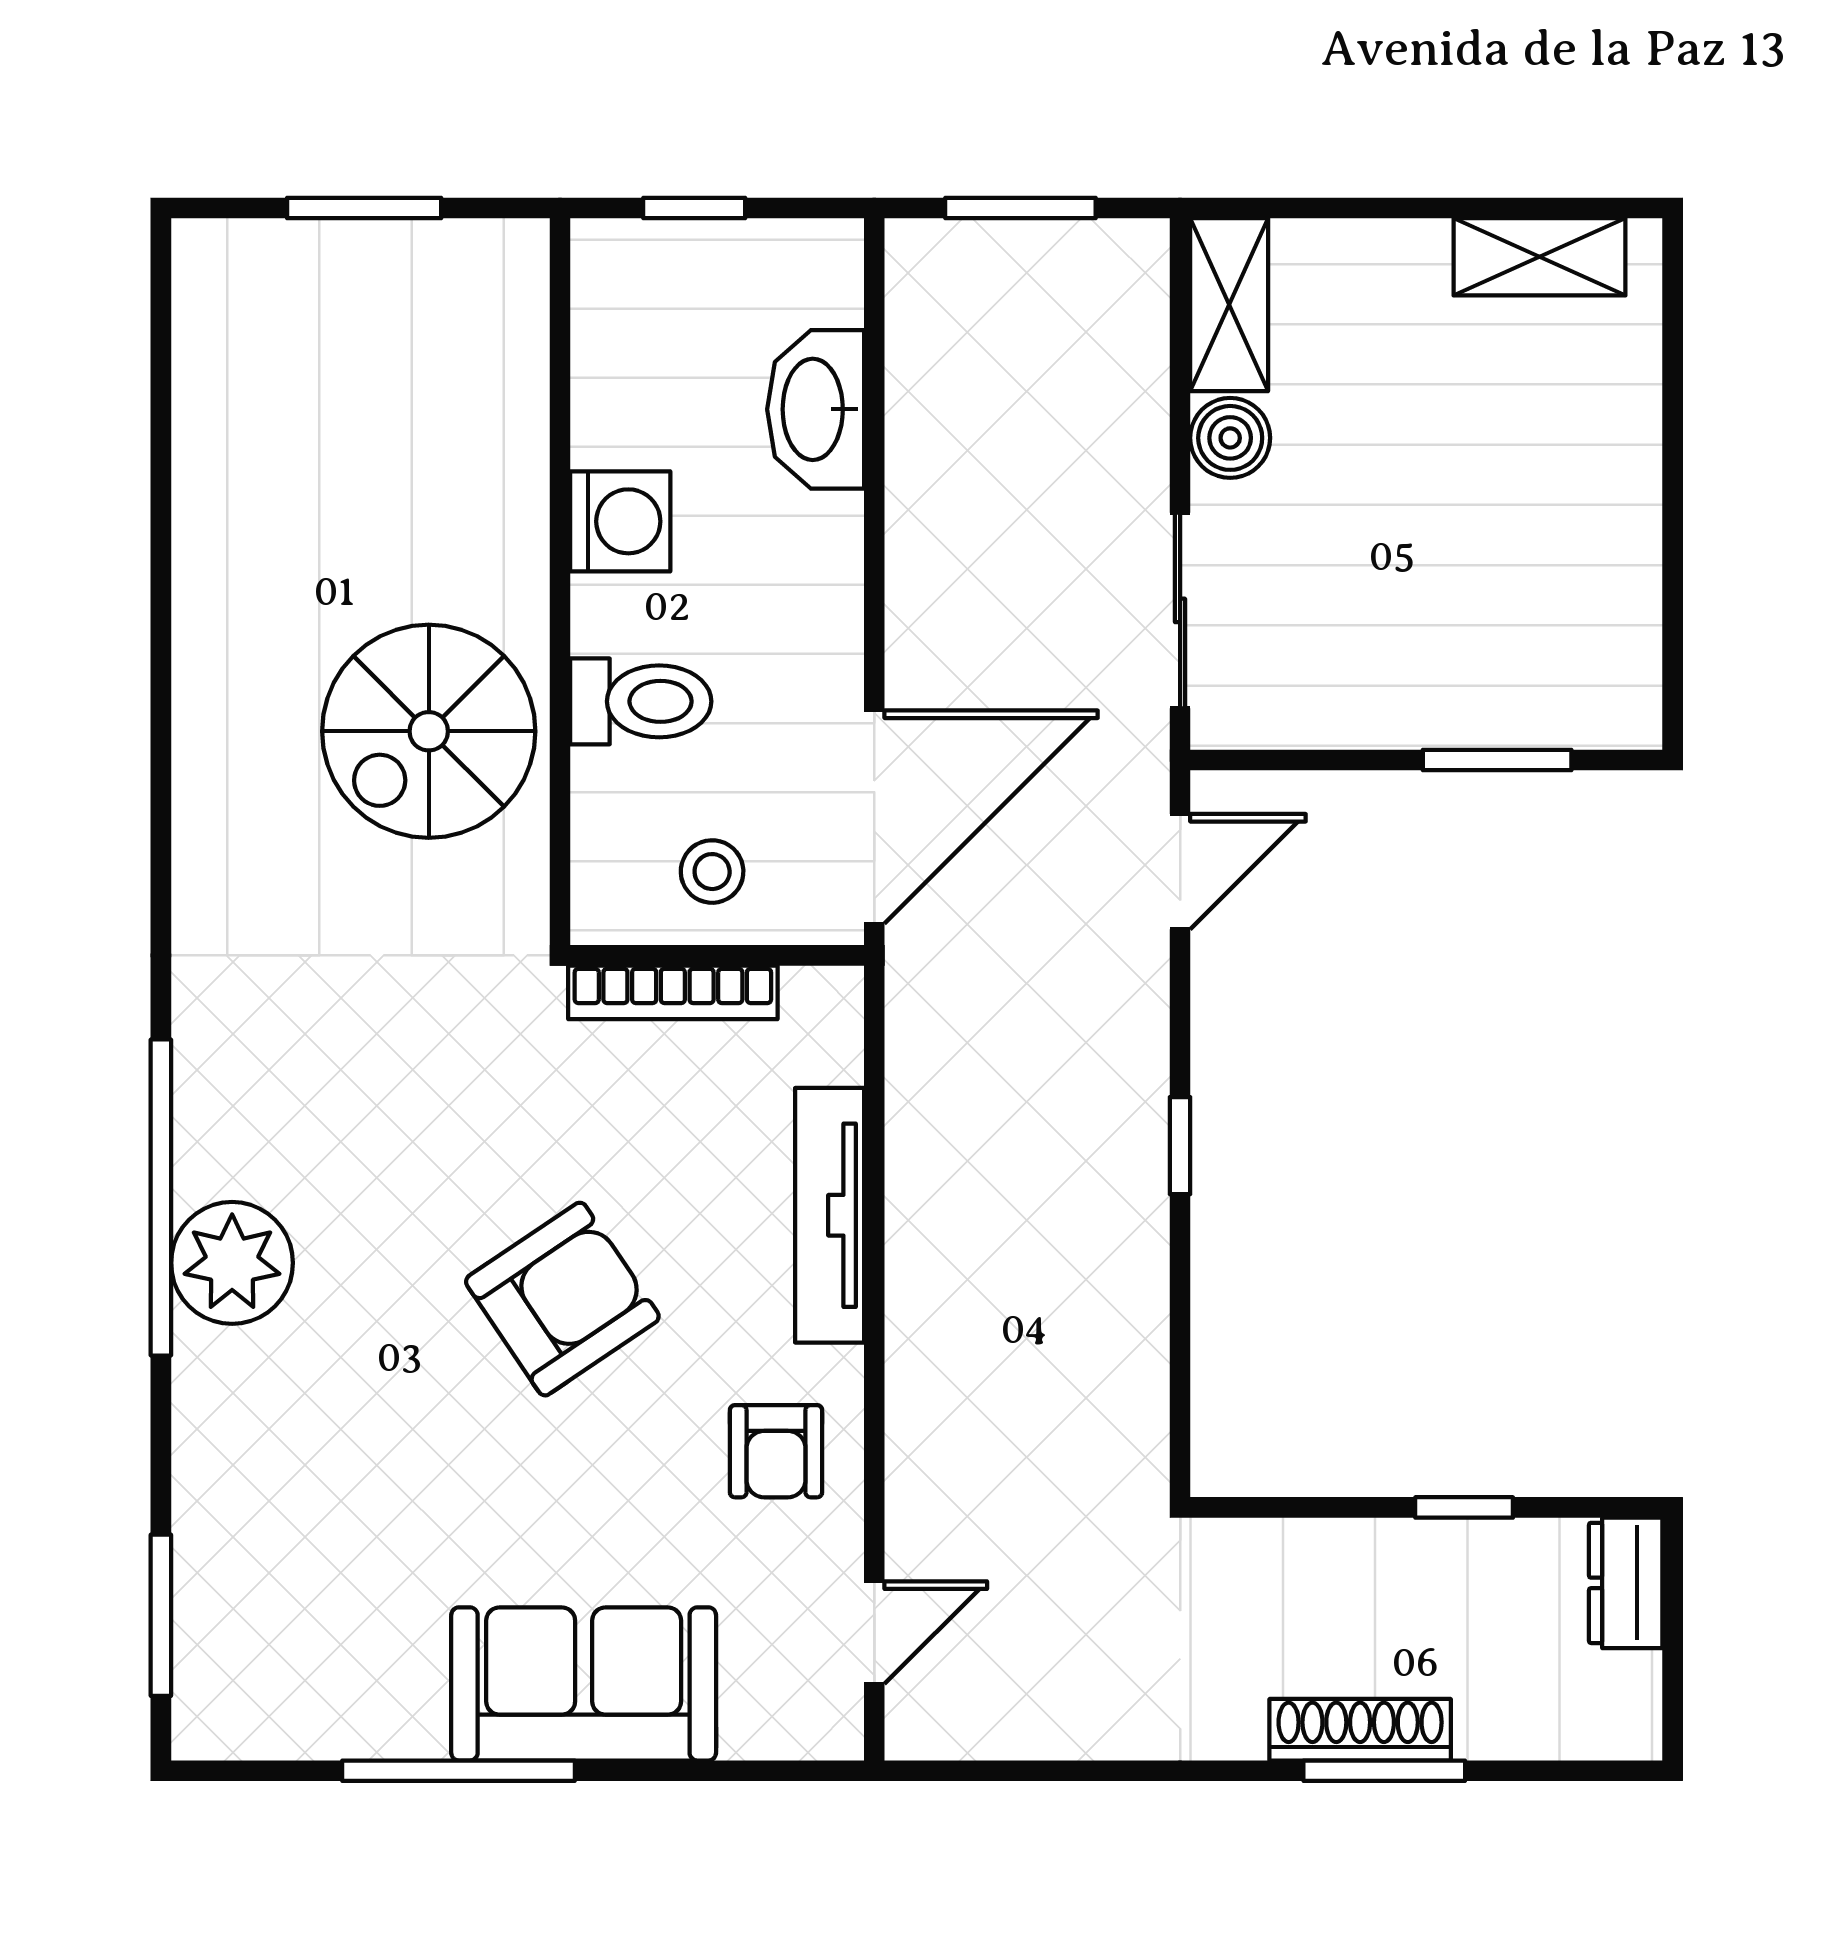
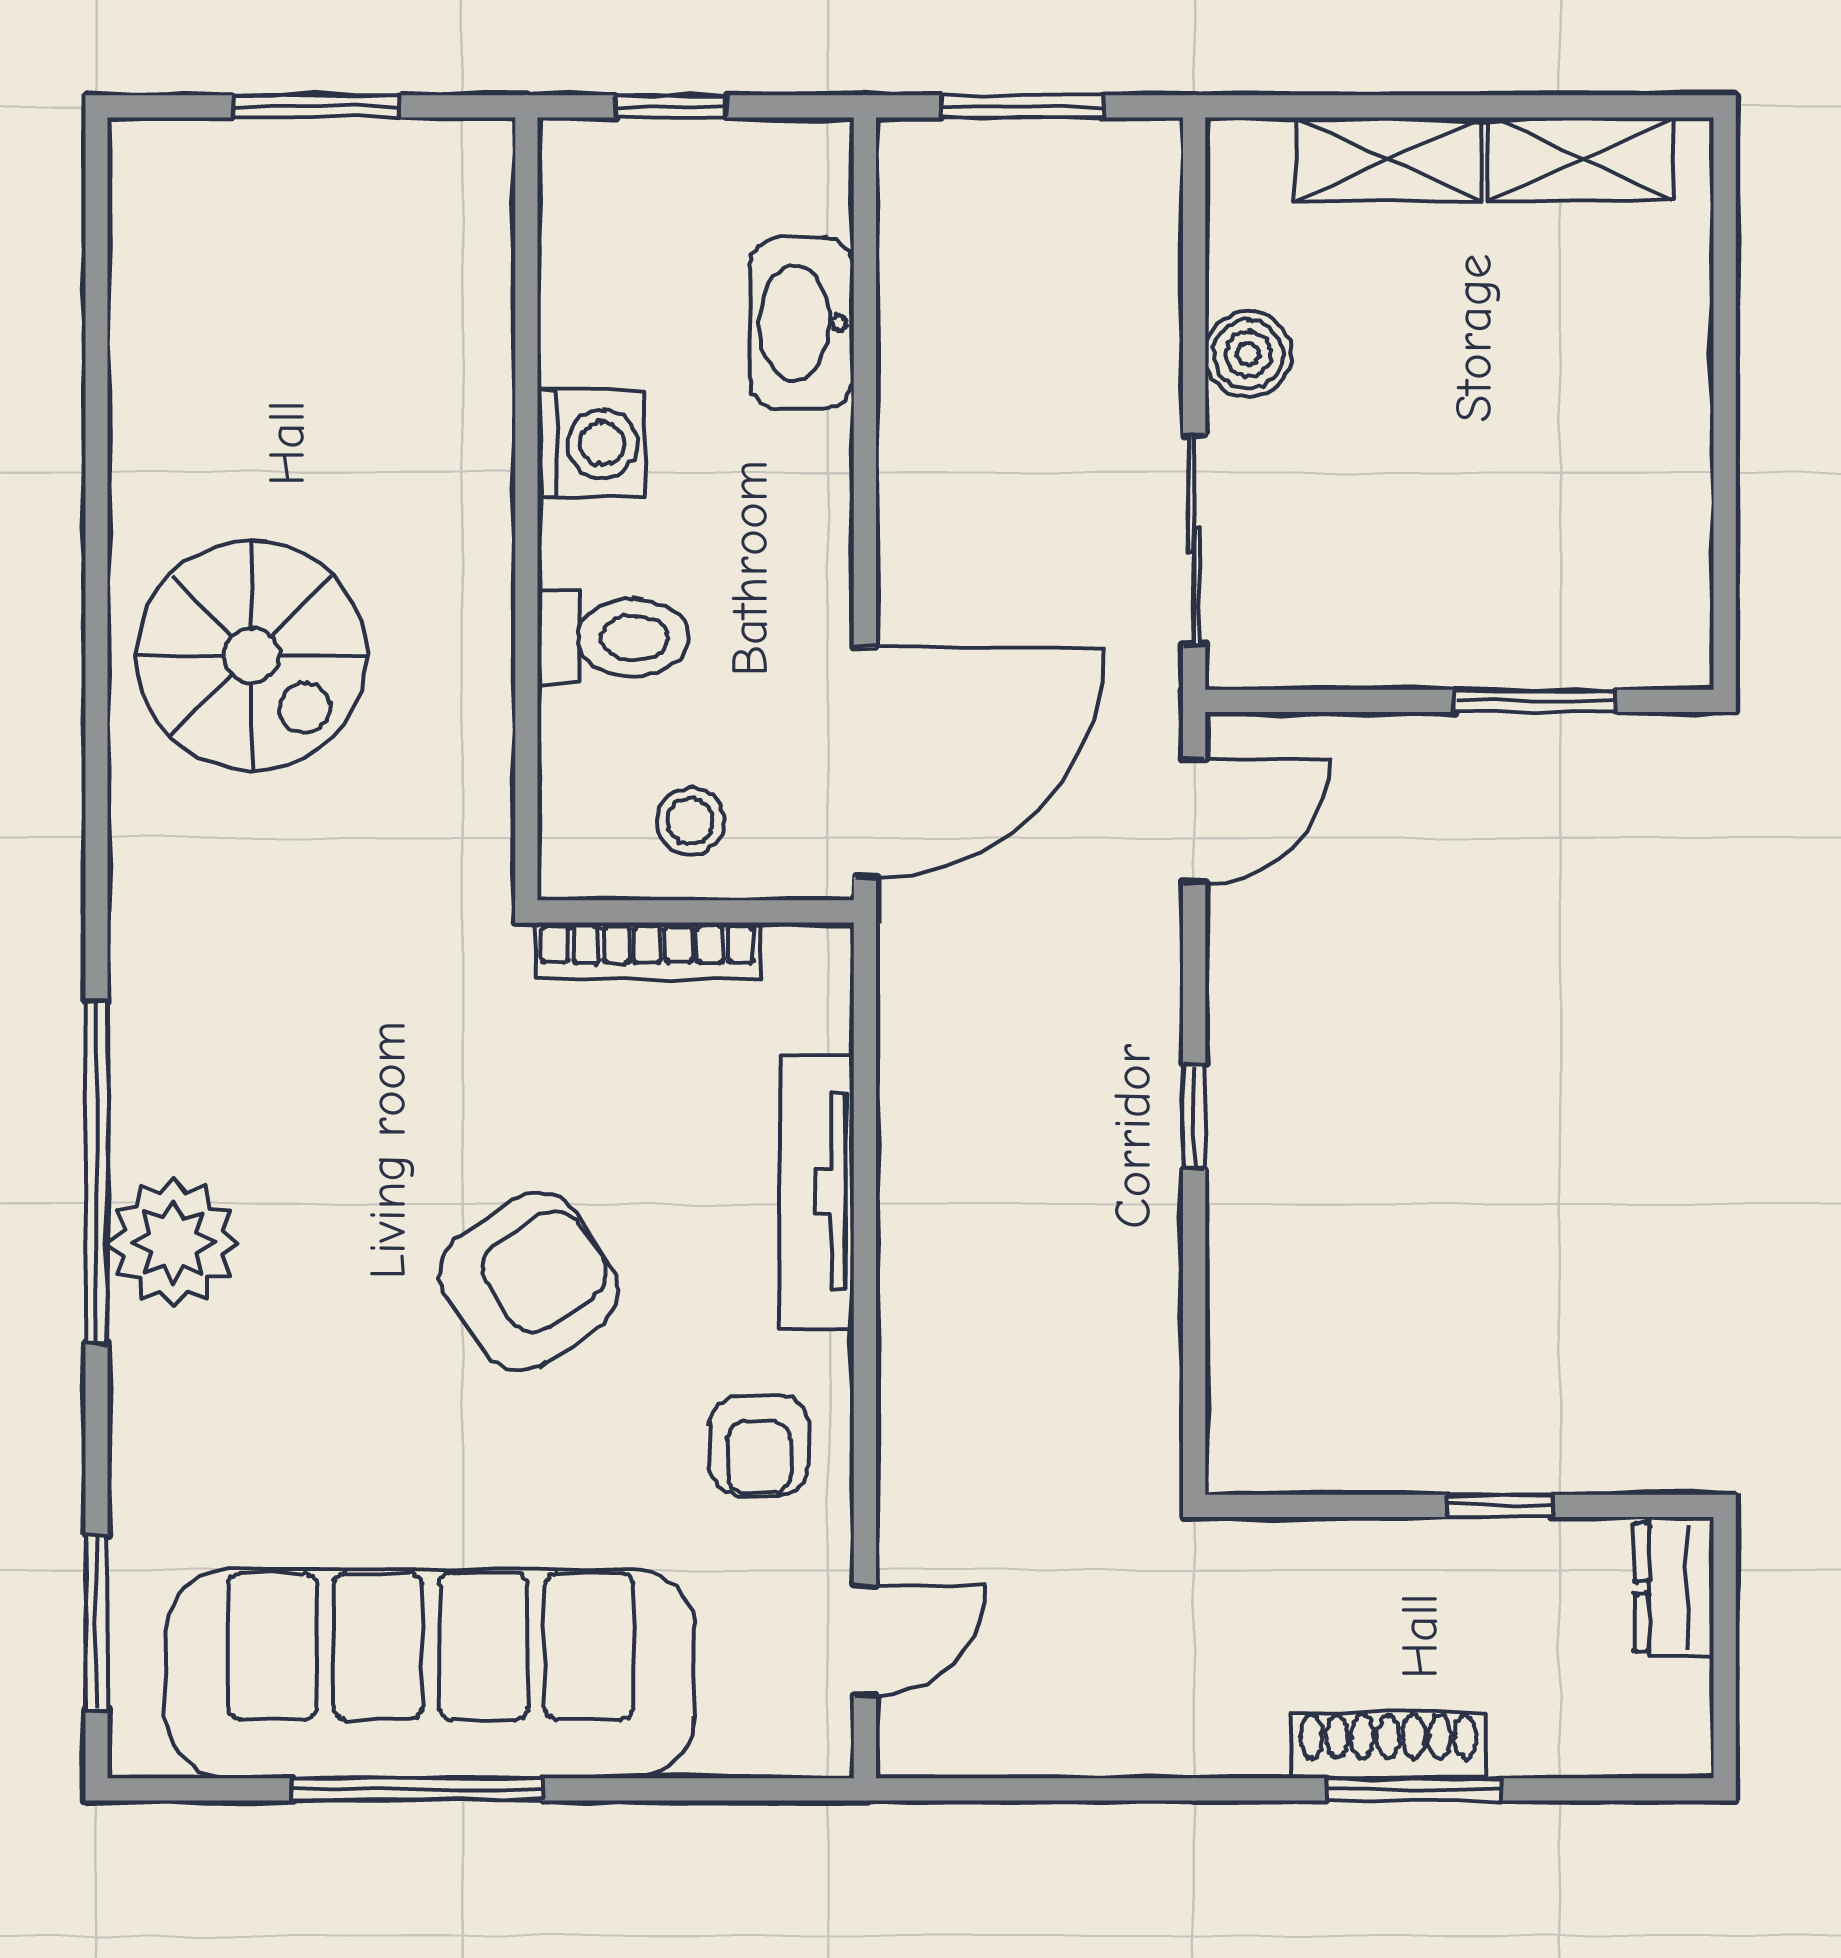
shelving: (1229, 305) -> (1388, 159), moved, turned 90
spiral stairs: (429, 731) -> (252, 656), moved, turned -90
sofa: (584, 1684) -> (431, 1674), width x1.85, depth x1.27

